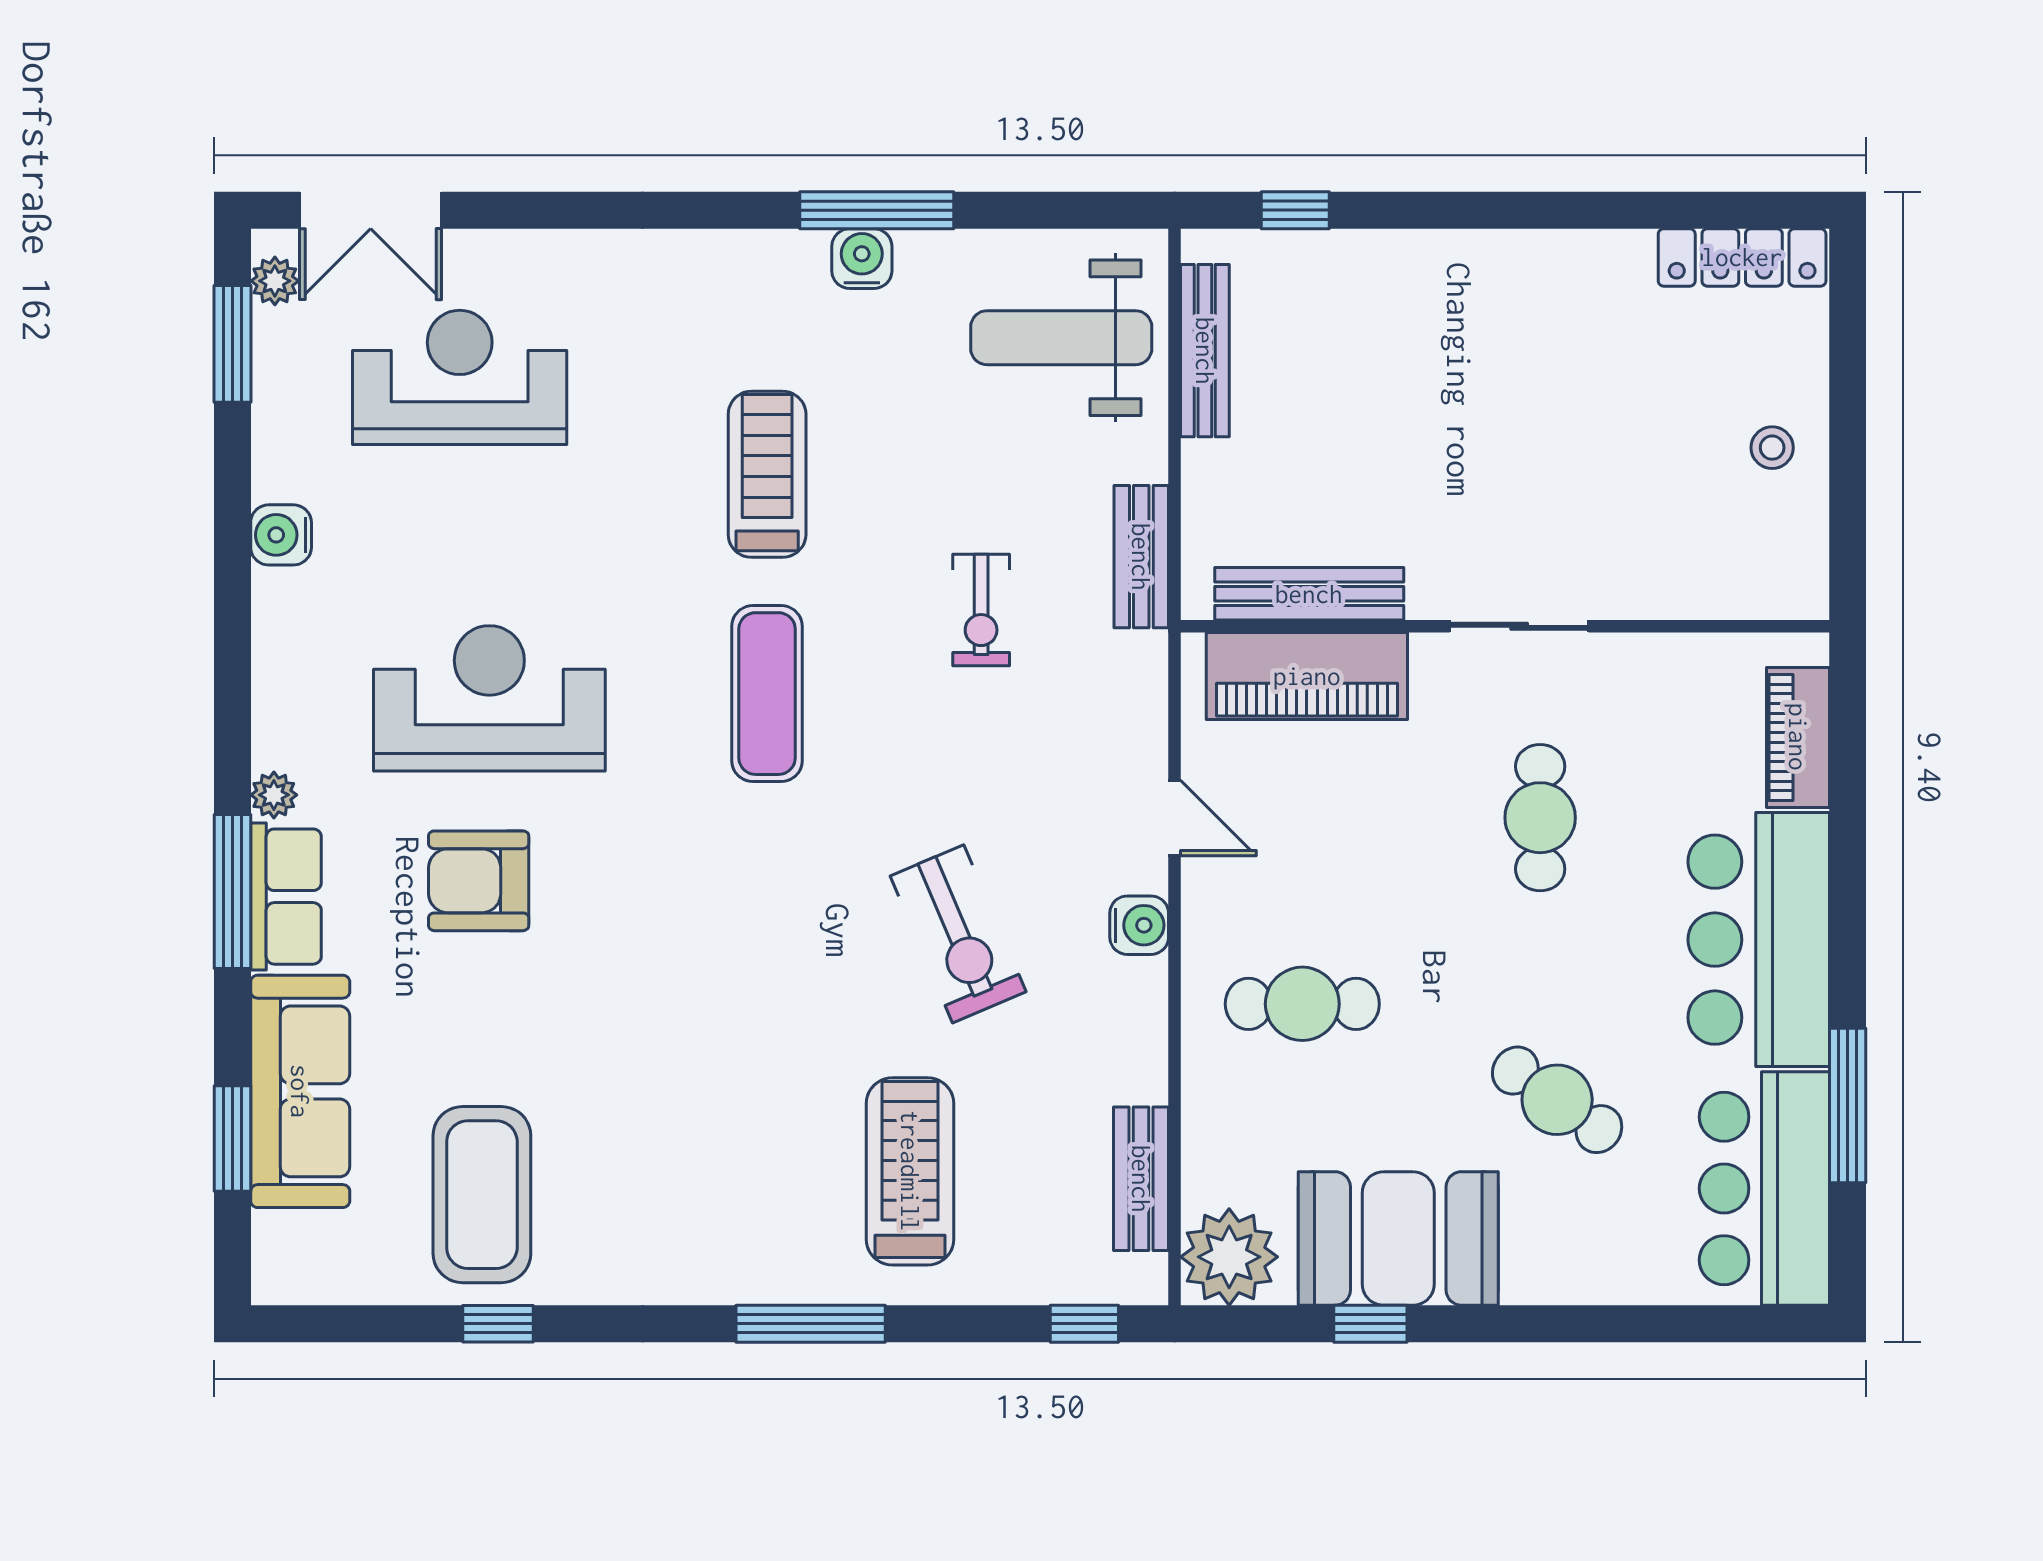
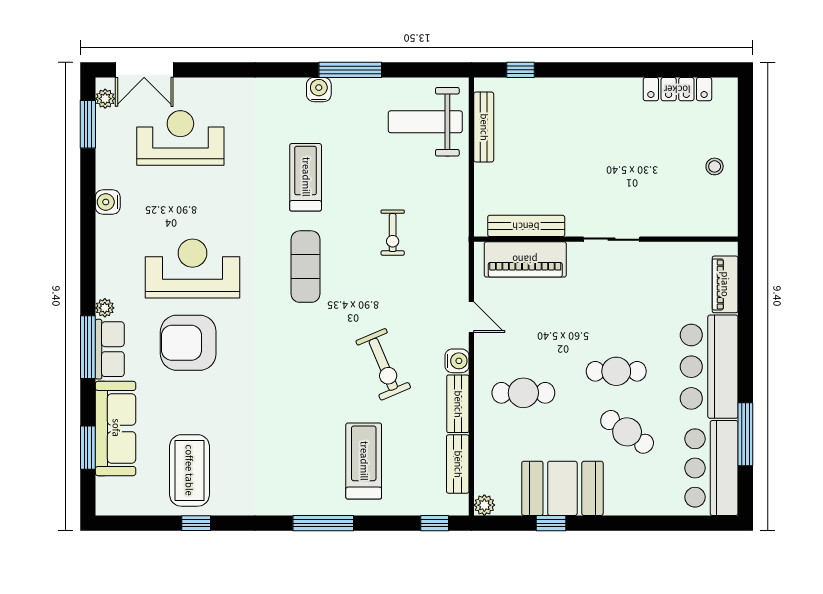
locker: (1742, 257) -> (677, 89), moved
water cooler: (862, 259) -> (319, 90), moved
bench: (1141, 557) -> (458, 404), moved
cafe table: (1540, 818) -> (616, 371), moved, turned 90
armchair: (479, 881) -> (188, 343), width x1.36, depth x1.36
plant: (1229, 1257) -> (484, 505), width x0.53, depth x0.53

